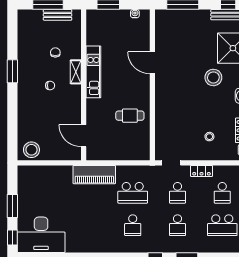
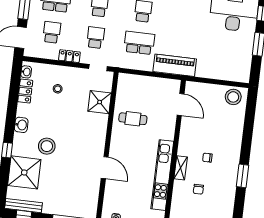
kitchen unit: (93, 72) -> (162, 175), width x1.36
shower: (166, 128) -> (100, 102), added

